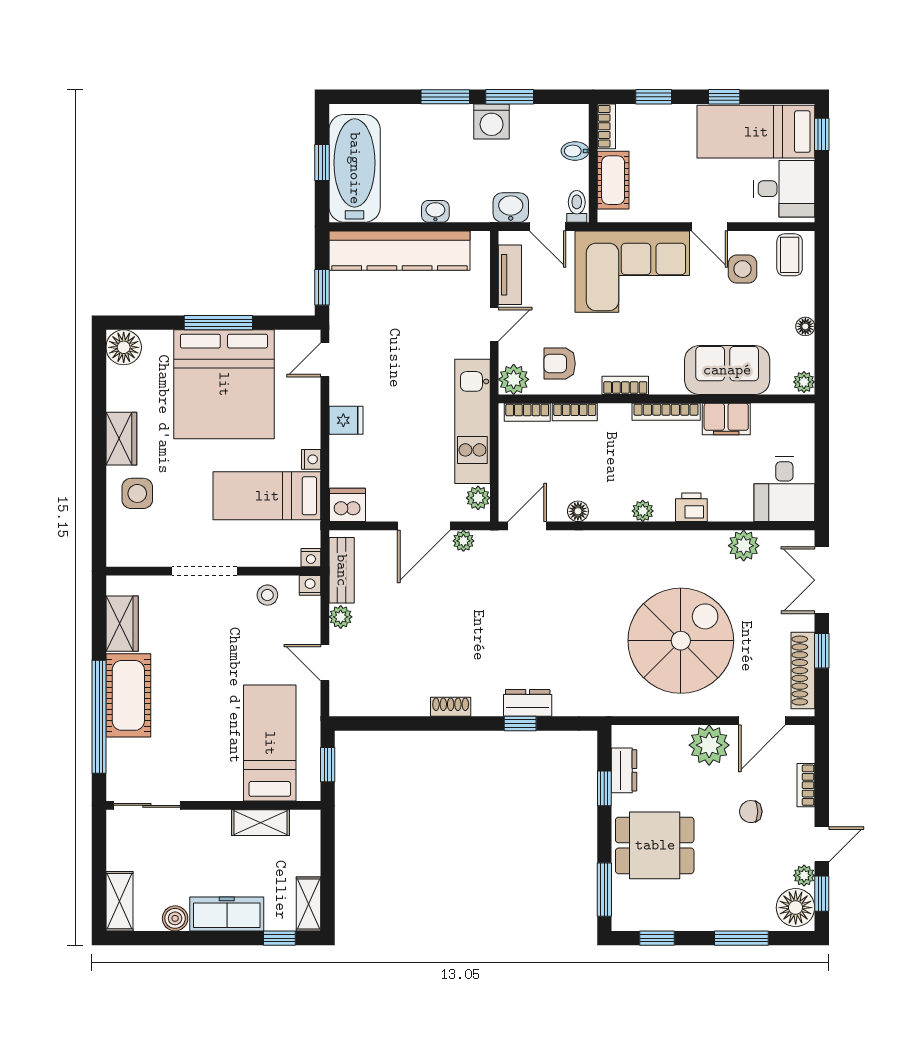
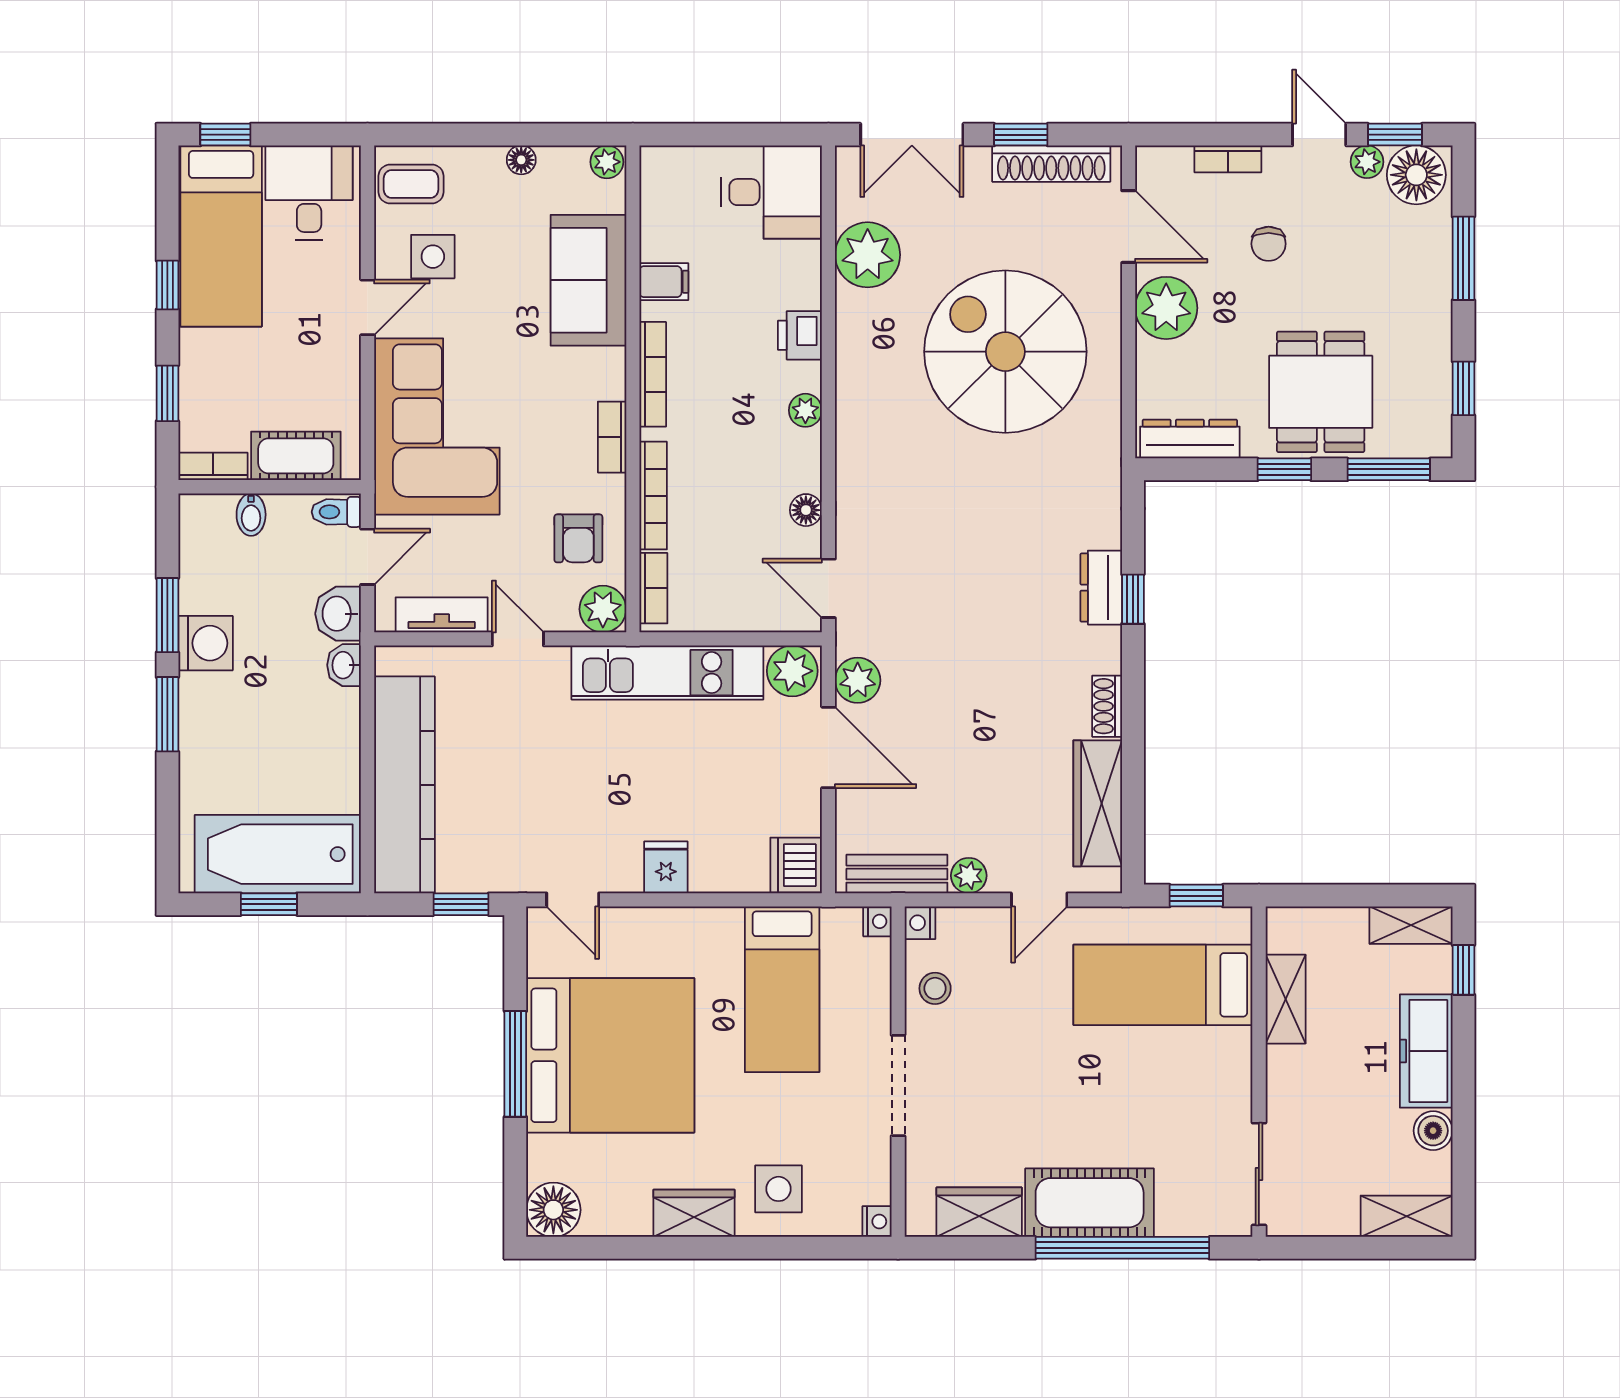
washbasin: (435, 211) -> (344, 665), moved
bookcase: (575, 412) -> (653, 496), width x1.56
filing cabinet: (726, 419) -> (664, 282), width x0.50
nightstand: (311, 459) -> (877, 1222), moved, turned 90
plant: (478, 498) -> (792, 671), width x1.38, depth x1.38
plant: (463, 541) -> (858, 680), width x1.38, depth x1.38
plant: (744, 546) -> (868, 255), width x1.36, depth x1.36
wardrobe: (388, 701) -> (1098, 803), added
dresser: (624, 770) -> (1190, 439), width x1.44
window: (604, 788) -> (1284, 469), moved

